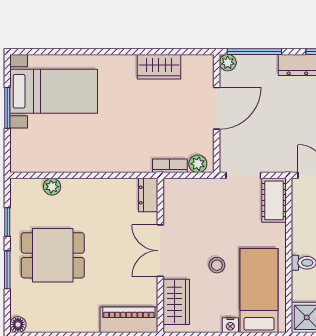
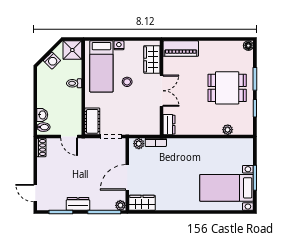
wardrobe: (159, 67) -> (142, 203), moved

